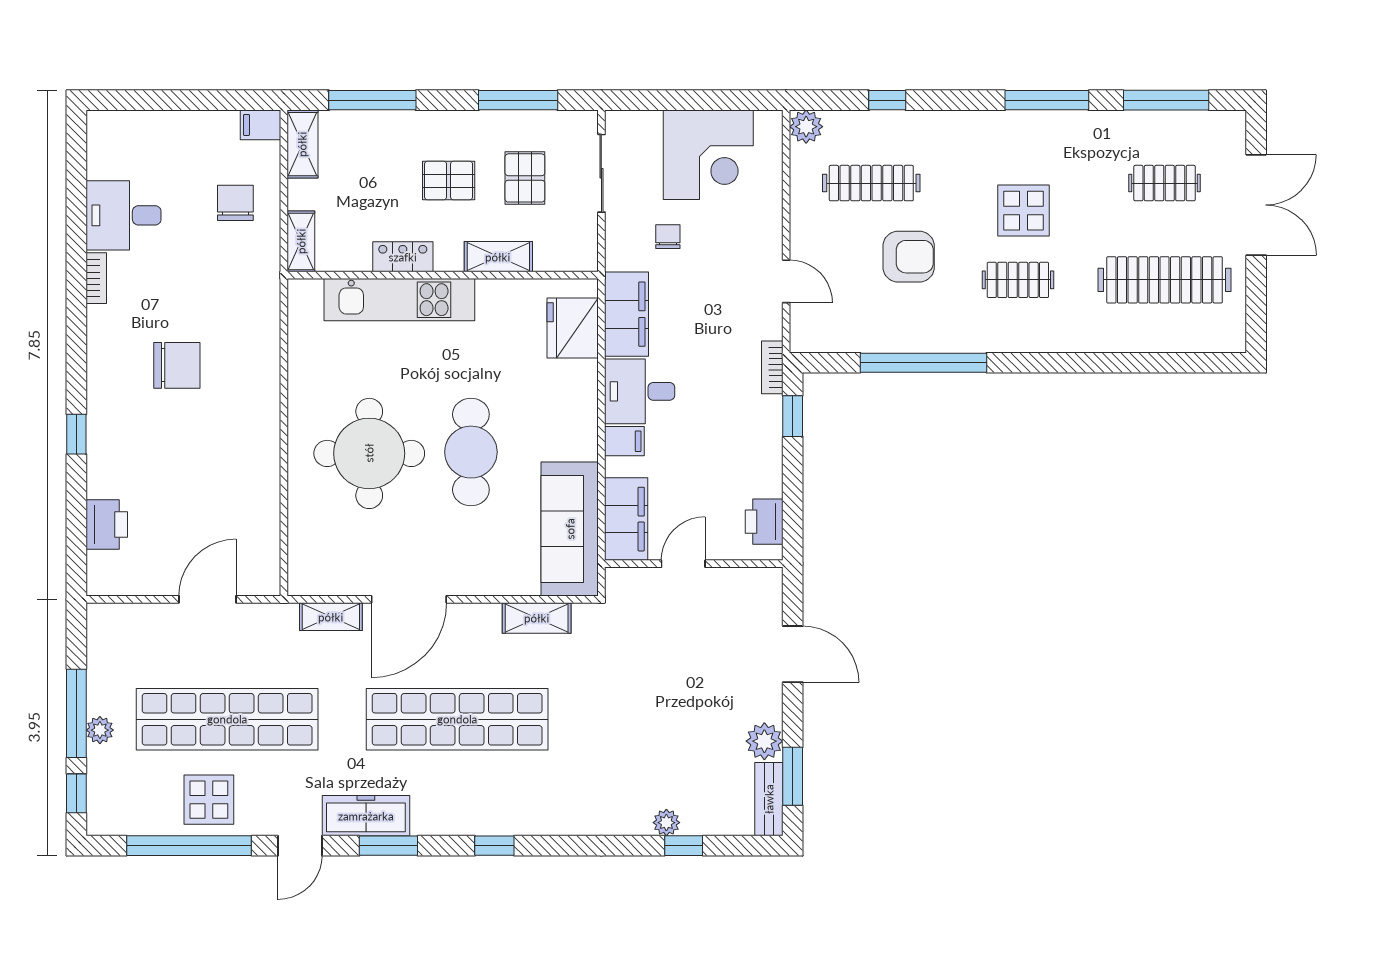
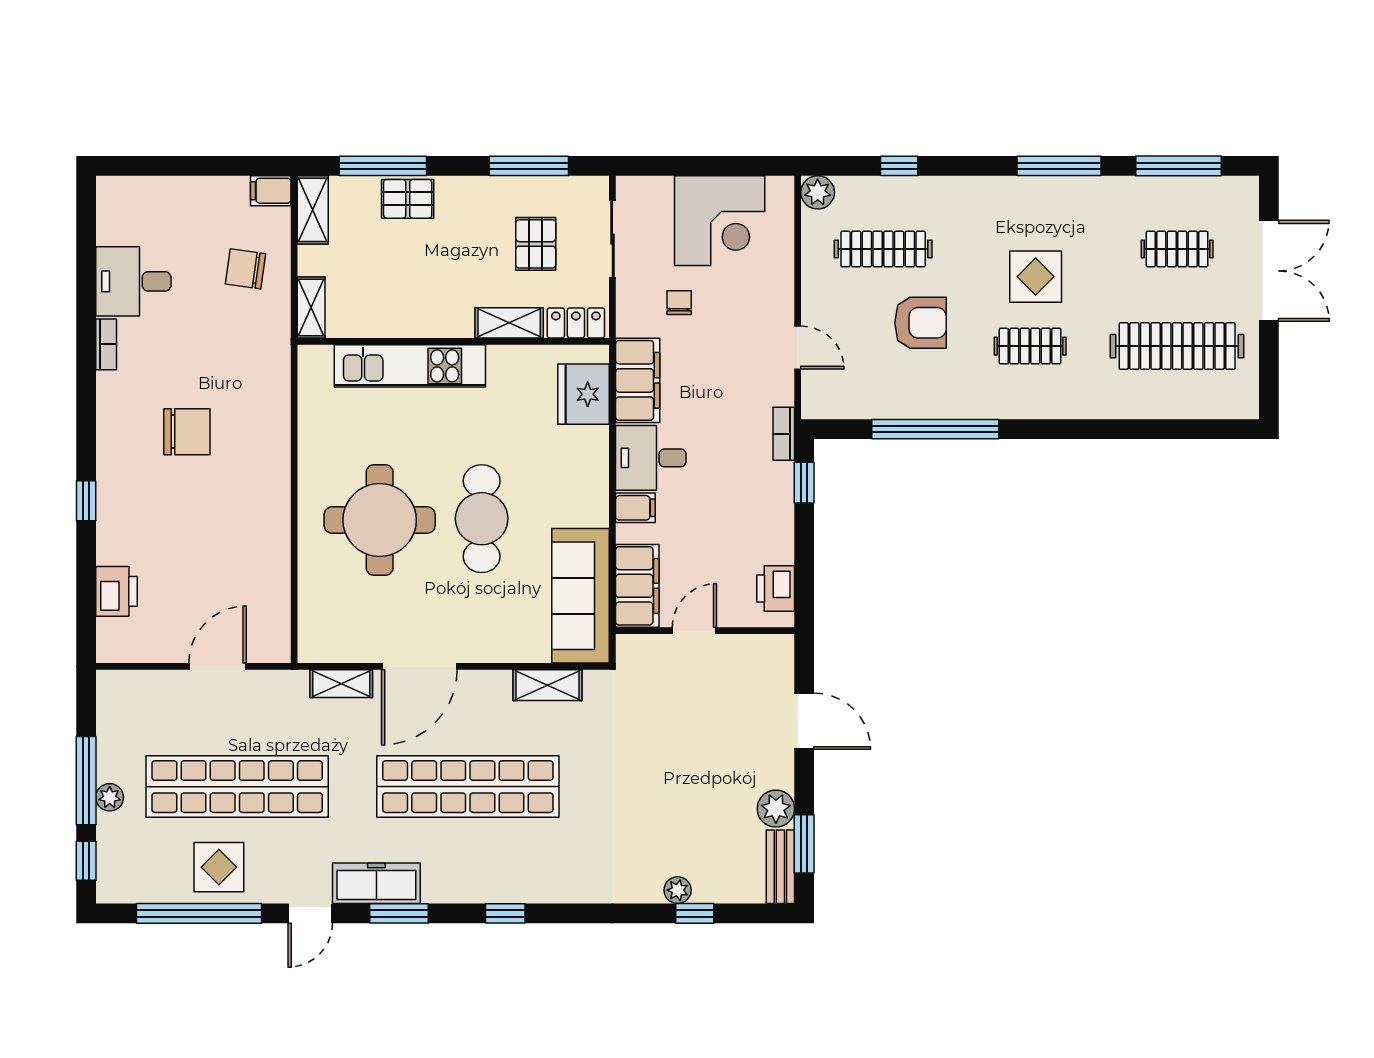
pallet: (449, 181) -> (408, 199), moved
chair: (235, 203) -> (246, 269), turned -82
locker: (403, 257) -> (576, 323), moved

